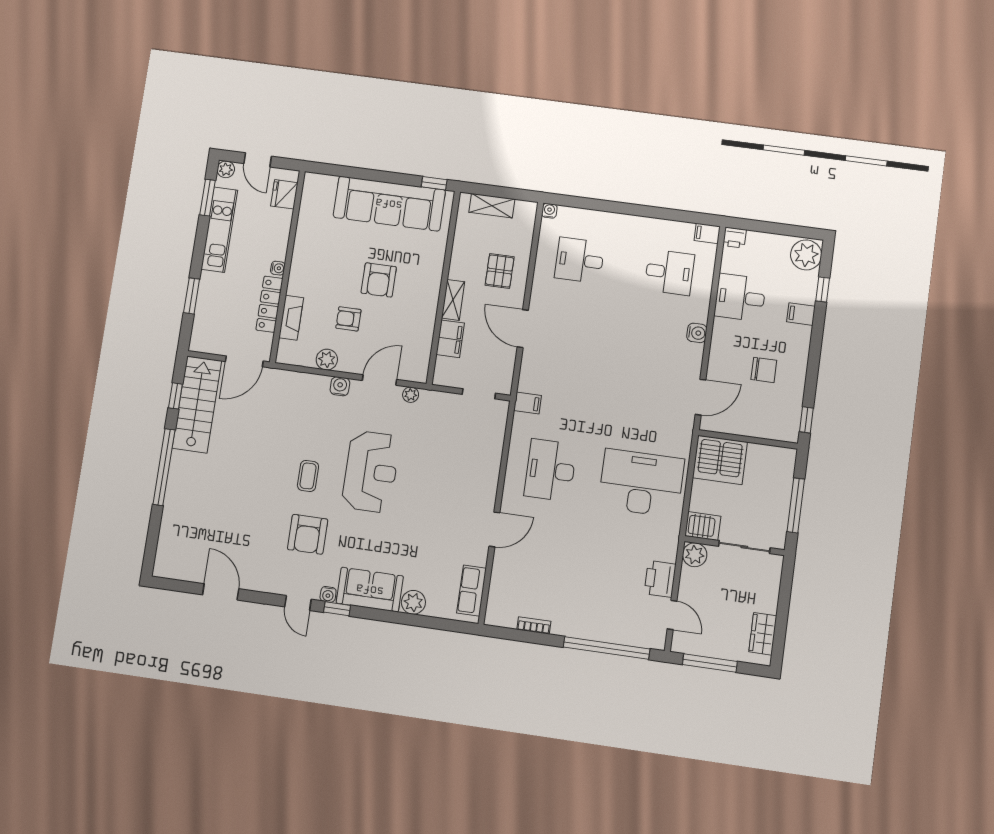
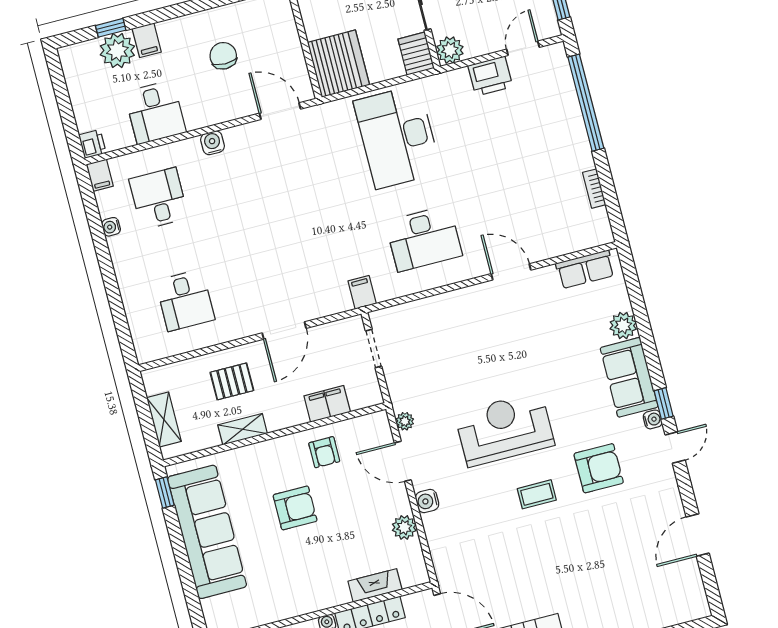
water cooler: (549, 211) -> (111, 227), moved
plant: (806, 255) -> (117, 51), moved
shelving: (453, 300) -> (243, 429), moved
armchair: (348, 319) -> (324, 452), moved

